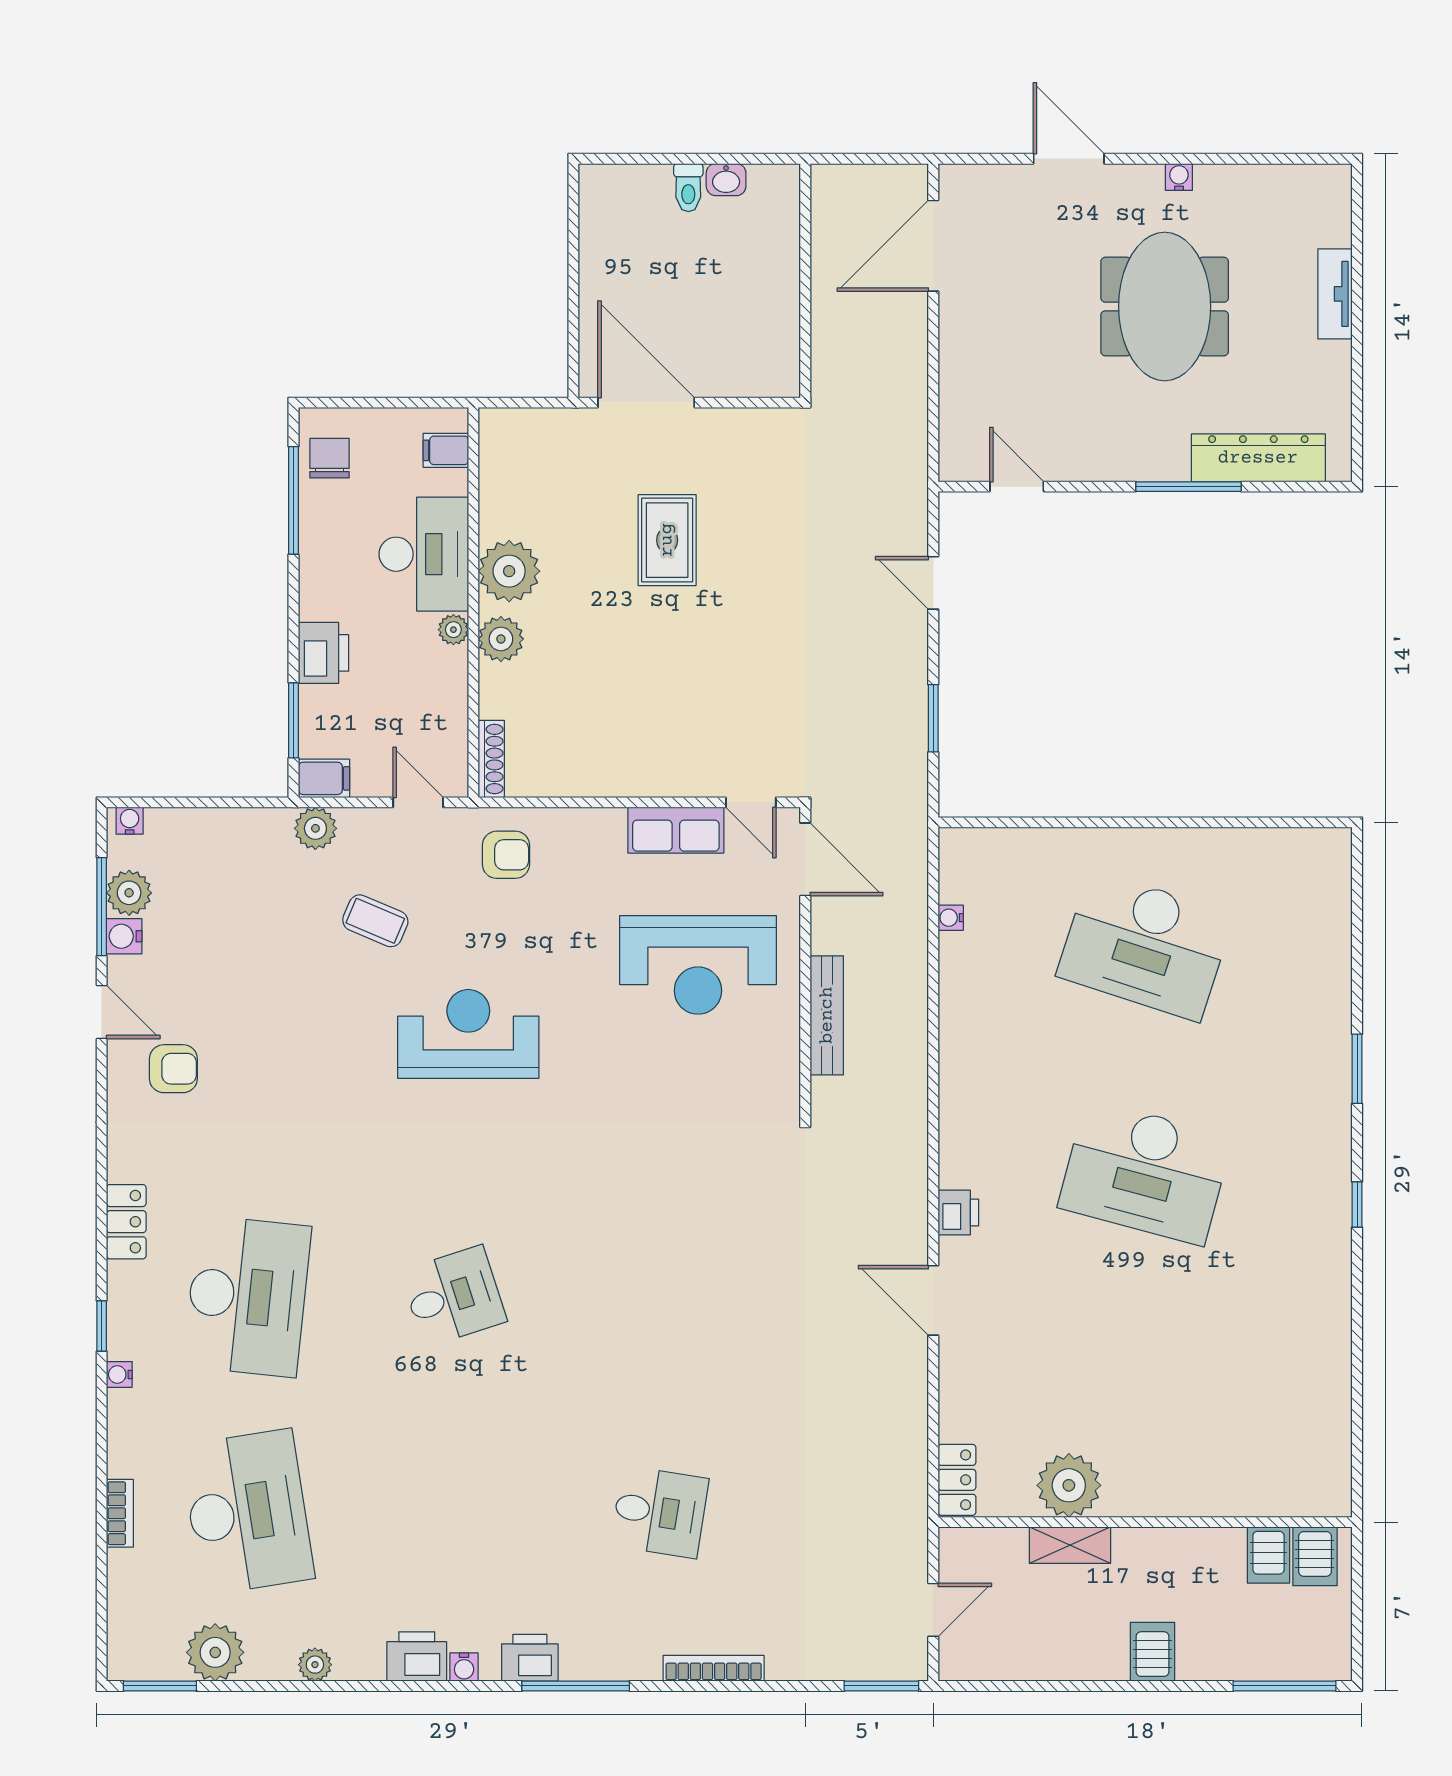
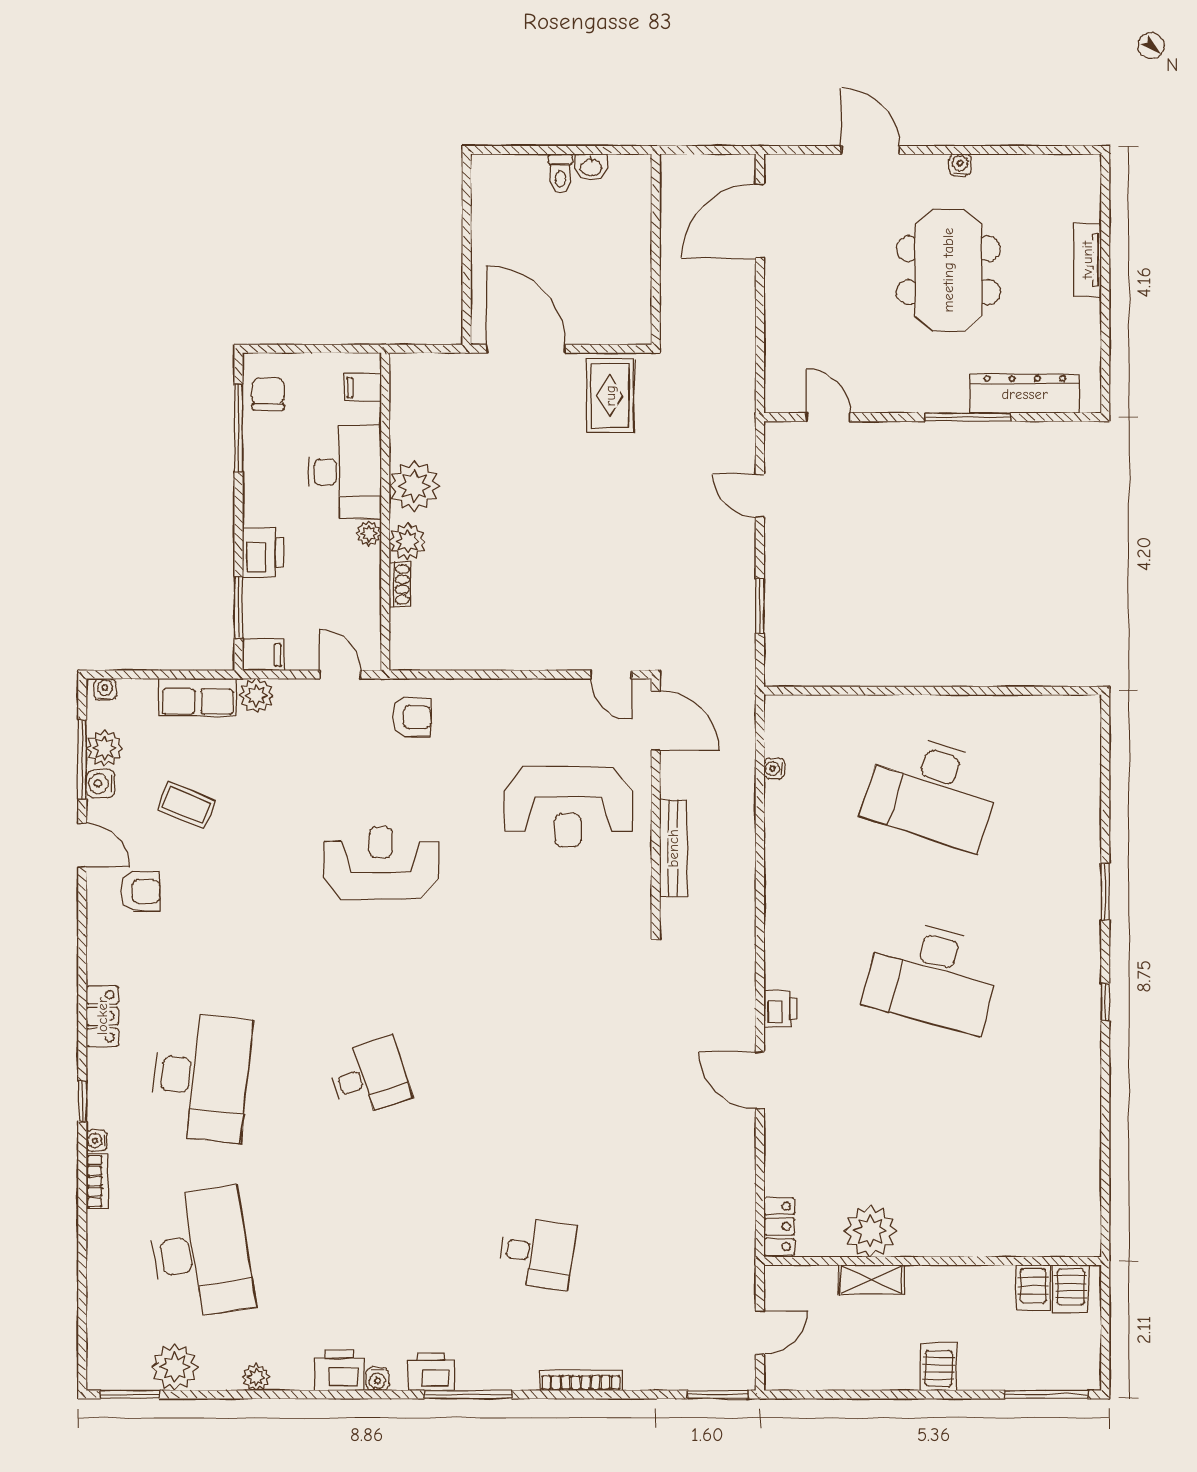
rug: (667, 540) -> (610, 396), moved
shoe rack: (491, 759) -> (400, 584), moved, width x0.70
row of seats: (676, 830) -> (198, 697), moved
coffee table: (375, 921) -> (187, 805), moved
bookcase: (120, 1513) -> (97, 1181), moved

